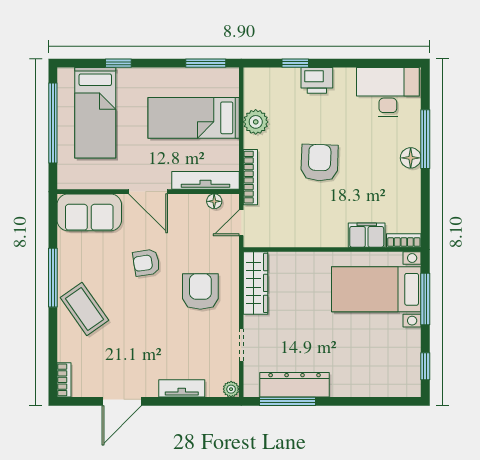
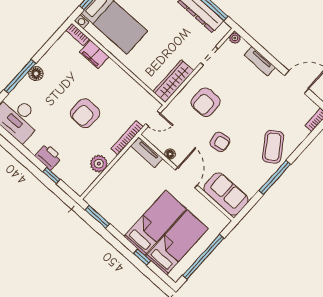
bed: (194, 118) -> (155, 223), moved, turned -90
tv unit: (206, 180) -> (147, 152), width x0.71
floor lamp: (214, 201) -> (170, 154), moved

